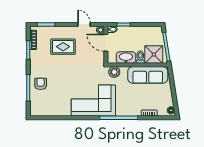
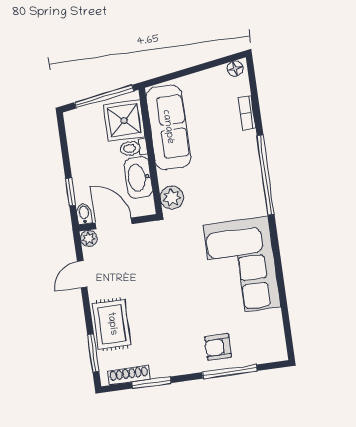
door: (106, 43) -> (114, 223), swing flipped
rug: (63, 47) -> (112, 324), moved
corner sofa: (93, 101) -> (242, 266), moved

